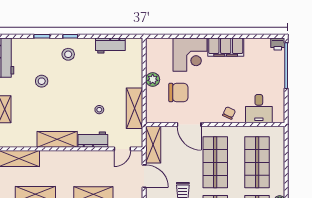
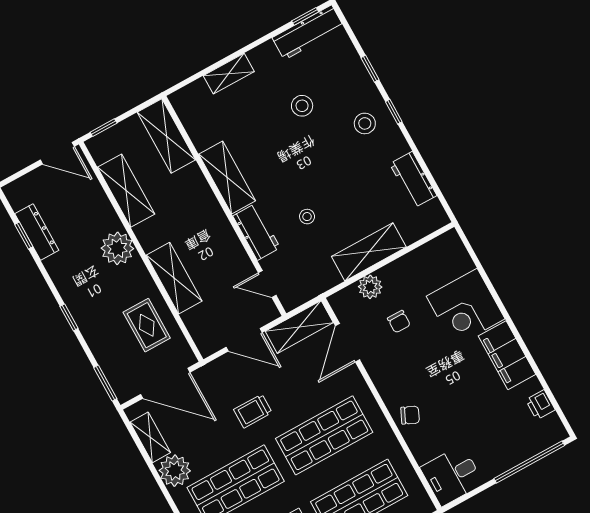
printer: (278, 44) -> (540, 405), moved
plant: (153, 79) -> (370, 287), moved
chair: (178, 92) -> (399, 322), width x0.54, depth x0.54
shelving: (135, 108) -> (369, 252), moved
desk: (259, 109) -> (452, 476), moved
door: (189, 124) -> (348, 343), moved
door: (144, 176) -> (244, 340), hinge flipped

